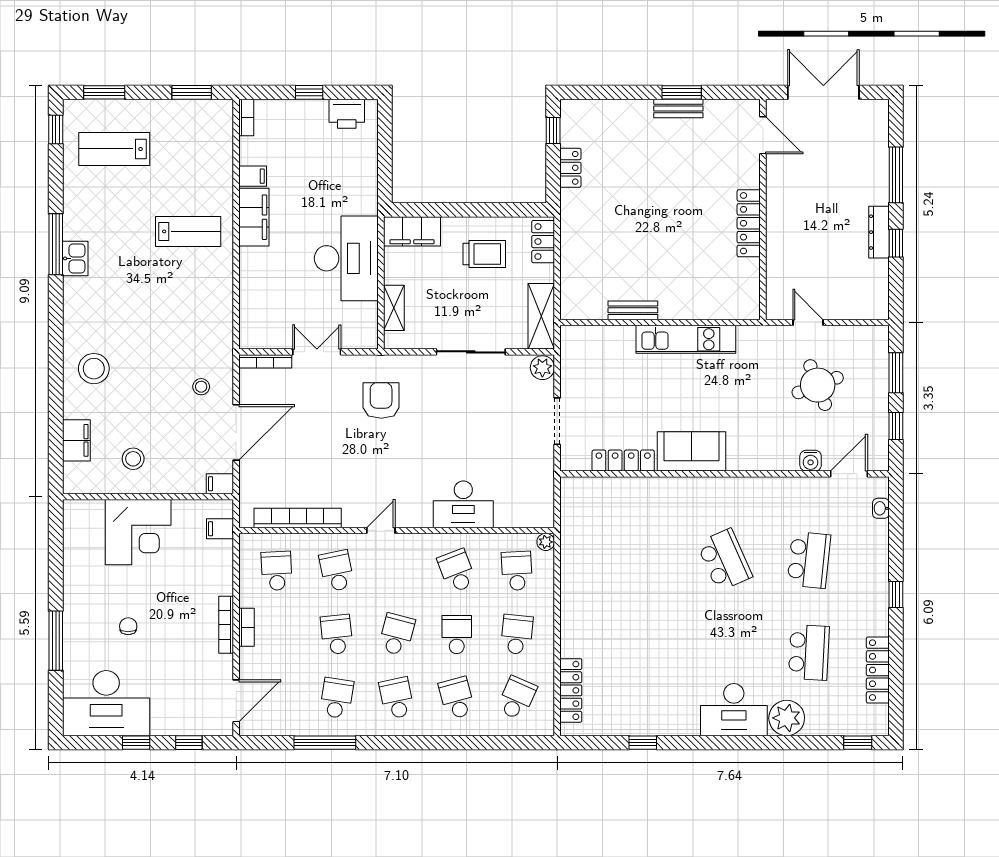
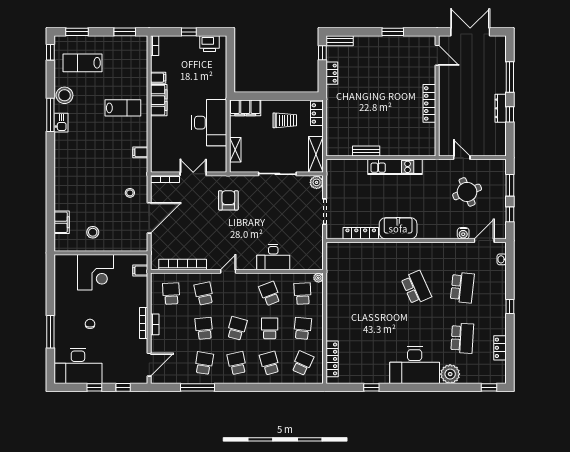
bench: (678, 109) -> (340, 41), moved
stool: (94, 369) -> (64, 95), moved
filing cabinet: (220, 484) -> (140, 152), moved
locker: (878, 670) -> (500, 348), width x0.66
desk: (734, 710) -> (415, 365), width x1.36, depth x1.30

